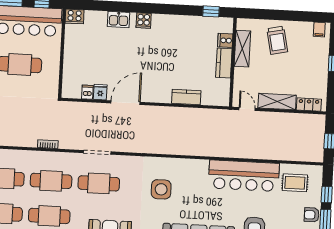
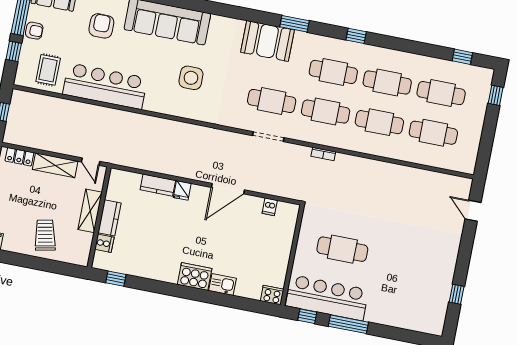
cooker: (144, 21) -> (195, 277), width x1.87, depth x1.31
shelving: (242, 49) -> (90, 211), moved
fridge: (100, 92) -> (182, 190), moved
rug: (295, 183) -> (48, 70), turned 90
side table: (161, 189) -> (191, 78), moved

